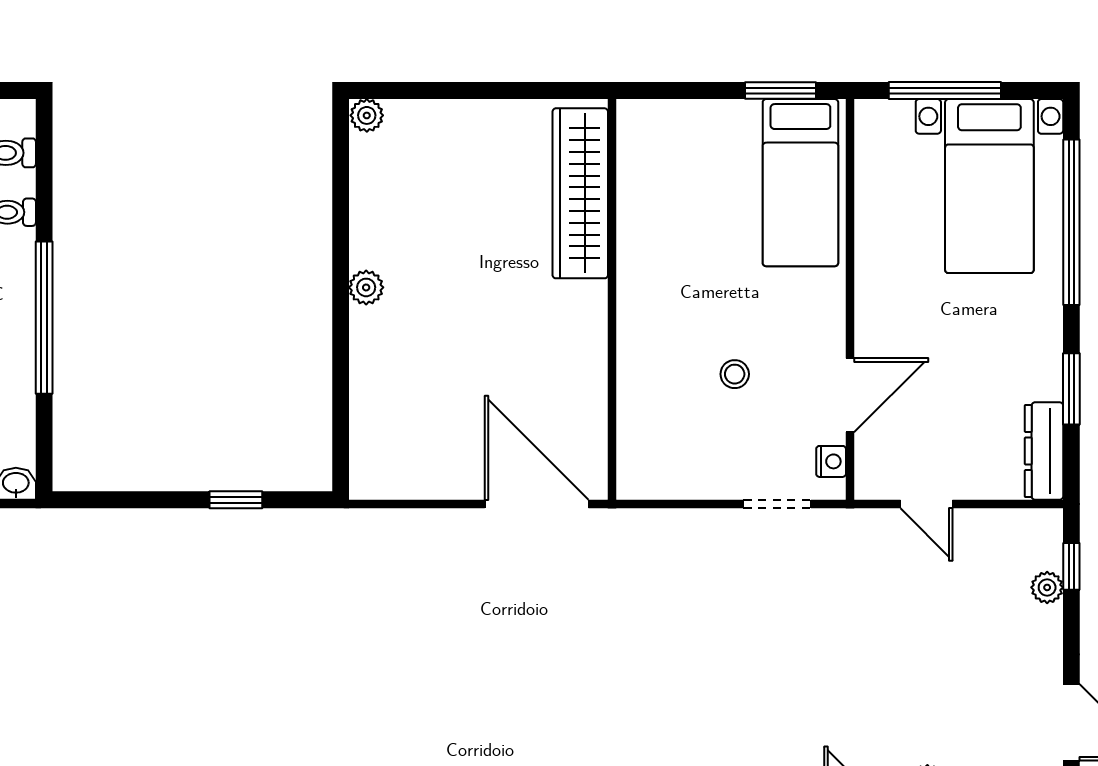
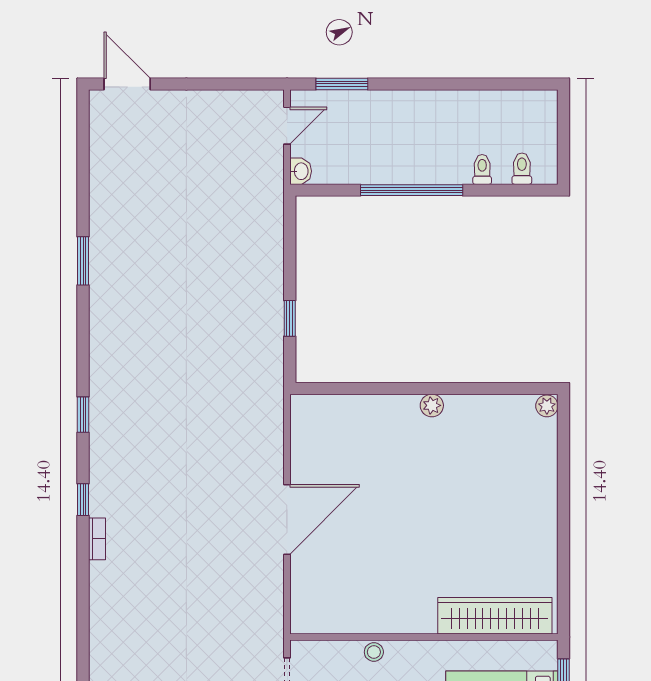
wardrobe: (580, 193) -> (495, 616), moved
wall: (612, 299) -> (424, 637), moved

